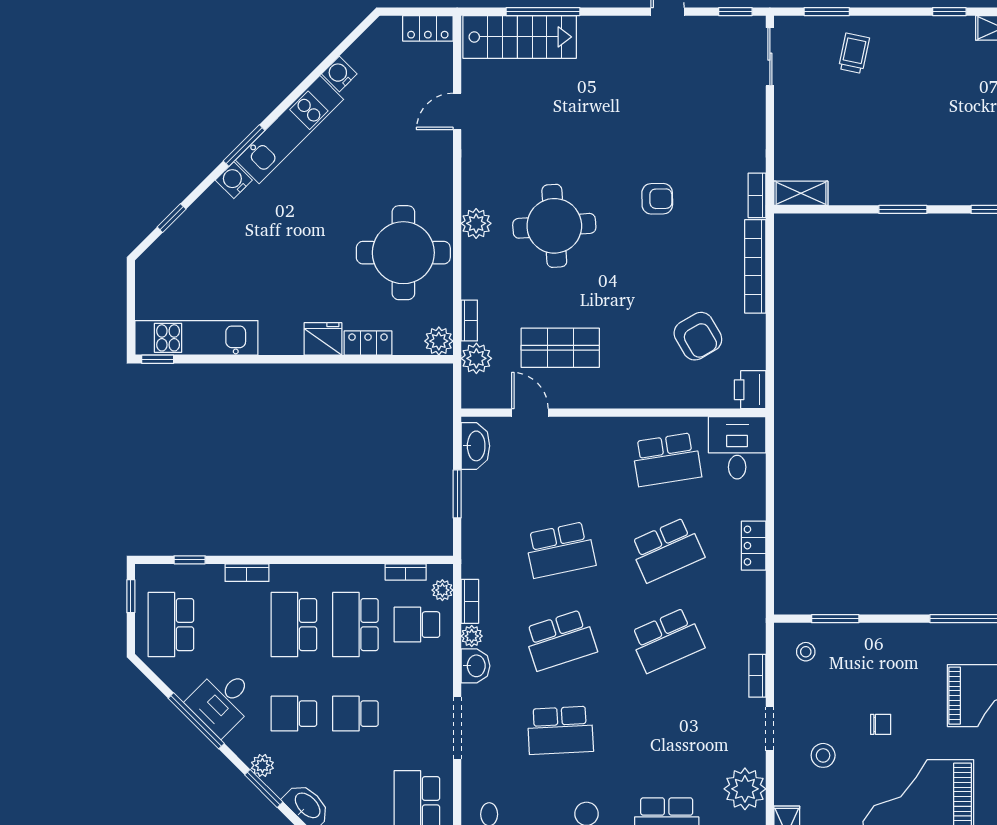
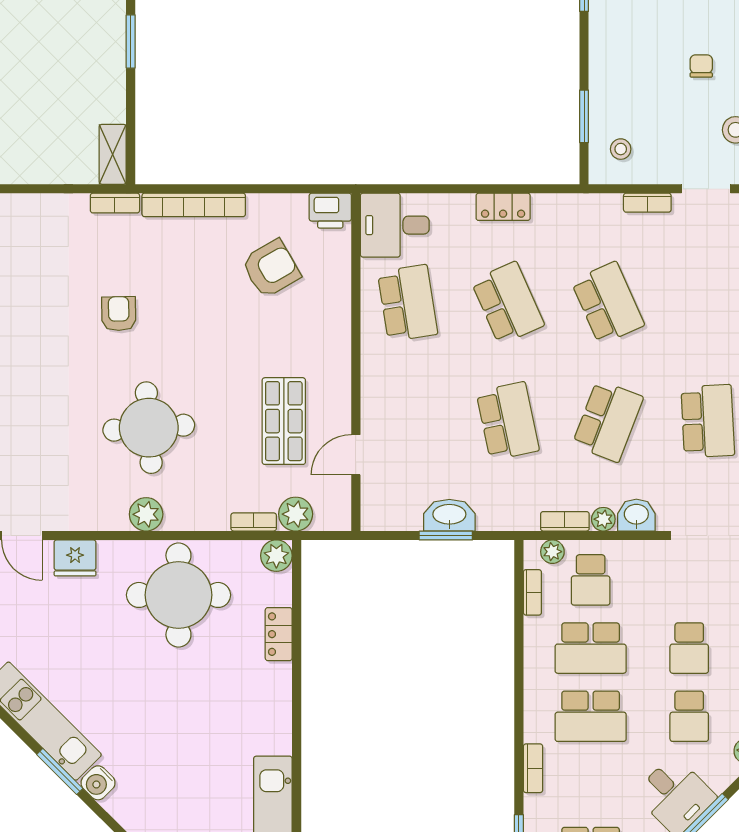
fridge: (323, 339) -> (75, 558), moved, turned -90
washbasin: (475, 446) -> (449, 515), moved
school desk: (560, 640) -> (608, 421), turned 39

